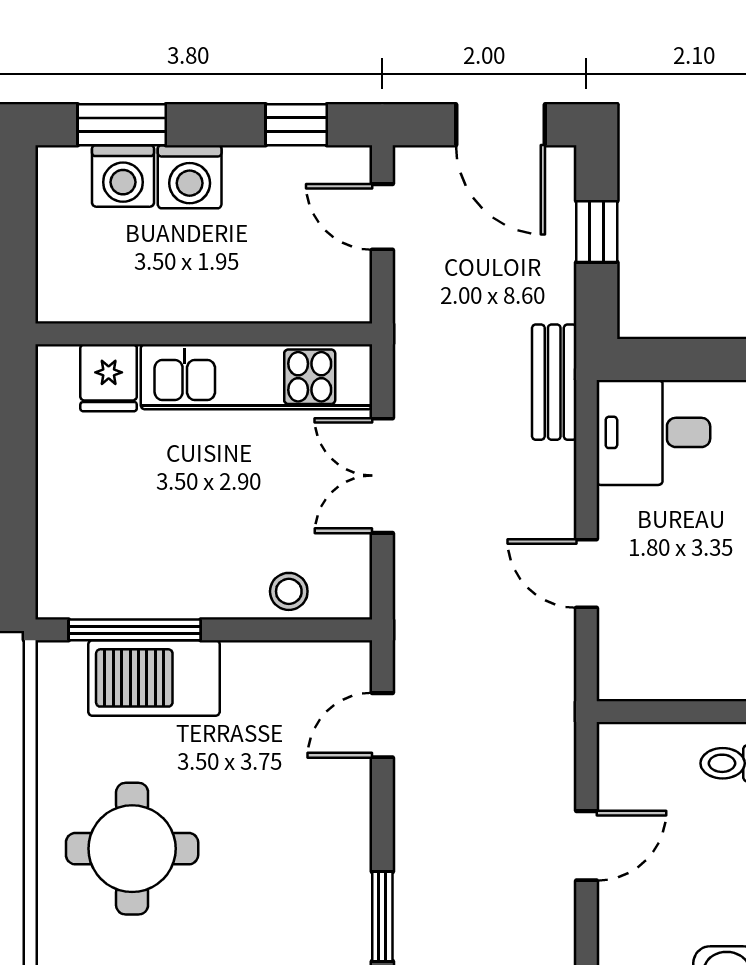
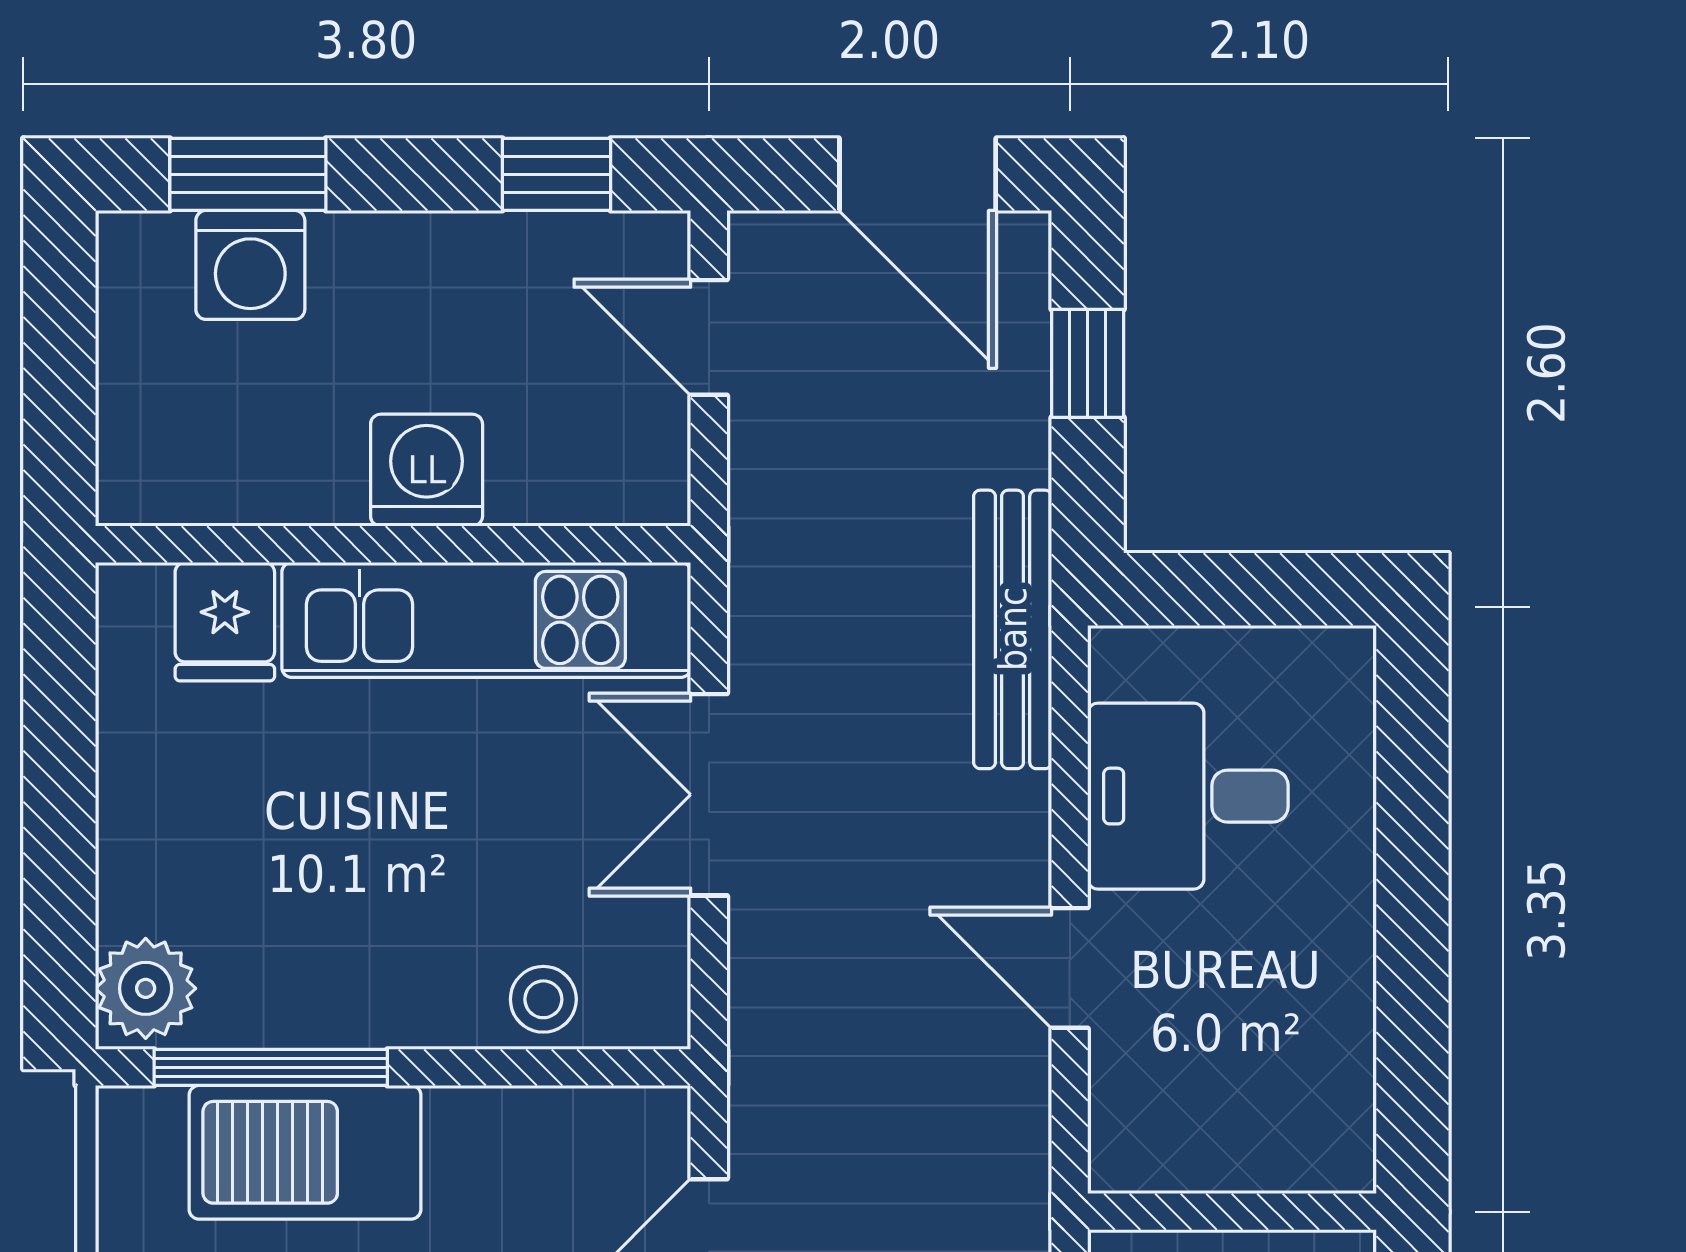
washing machine: (190, 177) -> (427, 470), moved, turned 180
bench: (554, 382) -> (1013, 629), width x1.36
desk: (653, 432) -> (1188, 796), moved
plant: (64, 585) -> (146, 988), added

